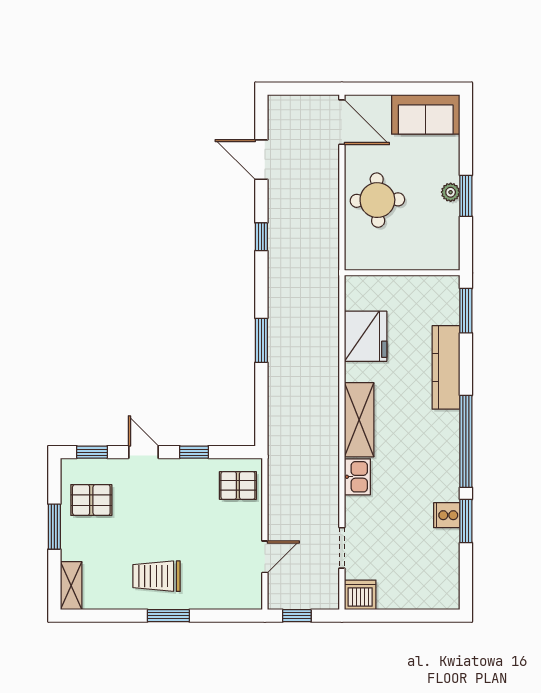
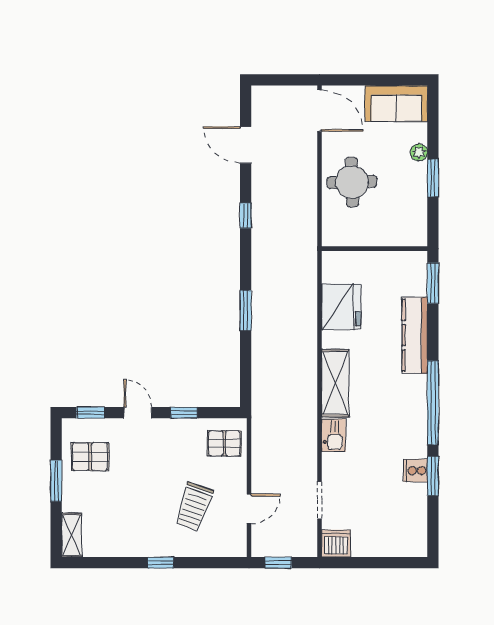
plant: (451, 192) -> (419, 152), moved
trolley: (157, 576) -> (194, 506), moved, turned -71
window: (168, 616) -> (161, 563), width x0.67

